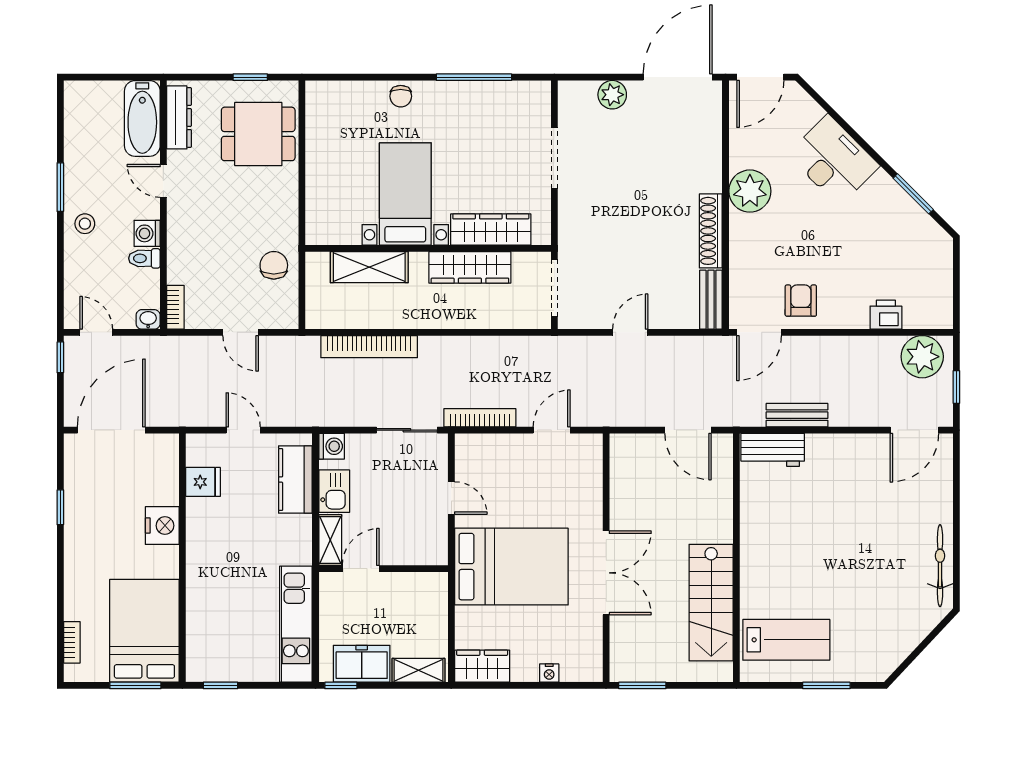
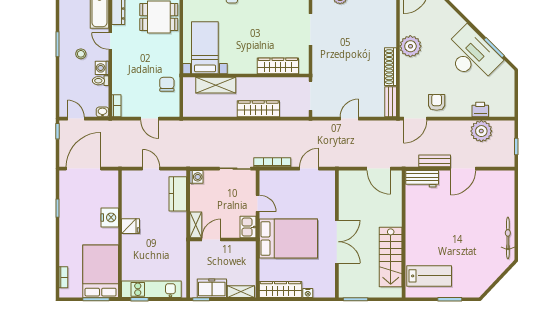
desk: (833, 160) -> (472, 55), moved, width x1.36, depth x1.30
bed with nightstands: (405, 194) -> (205, 48), moved
stool: (85, 224) -> (81, 54), moved
wardrobe: (470, 267) -> (258, 109), moved, turned 180
bookcase: (369, 347) -> (216, 126), removed
plant: (922, 357) -> (481, 131), moved
door: (914, 430) -> (463, 169), moved
fridge: (203, 482) -> (131, 226), moved
kitchen sink: (334, 491) -> (248, 227), moved, turned 180
kitchen unit: (296, 624) -> (151, 289), moved, turned 90
wardrobe: (482, 666) -> (281, 289), width x1.50

